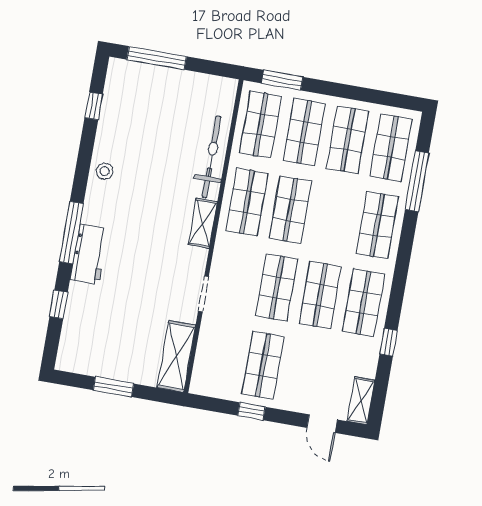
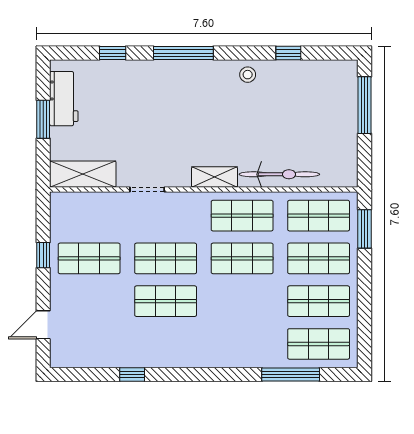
window: (94, 106) -> (288, 53), moved
shop shelf: (377, 225) -> (242, 344), removed
workbench: (89, 254) -> (64, 99), moved, turned -90
shop shelf: (364, 303) -> (166, 344), removed
shelving: (361, 401) -> (72, 358), removed

